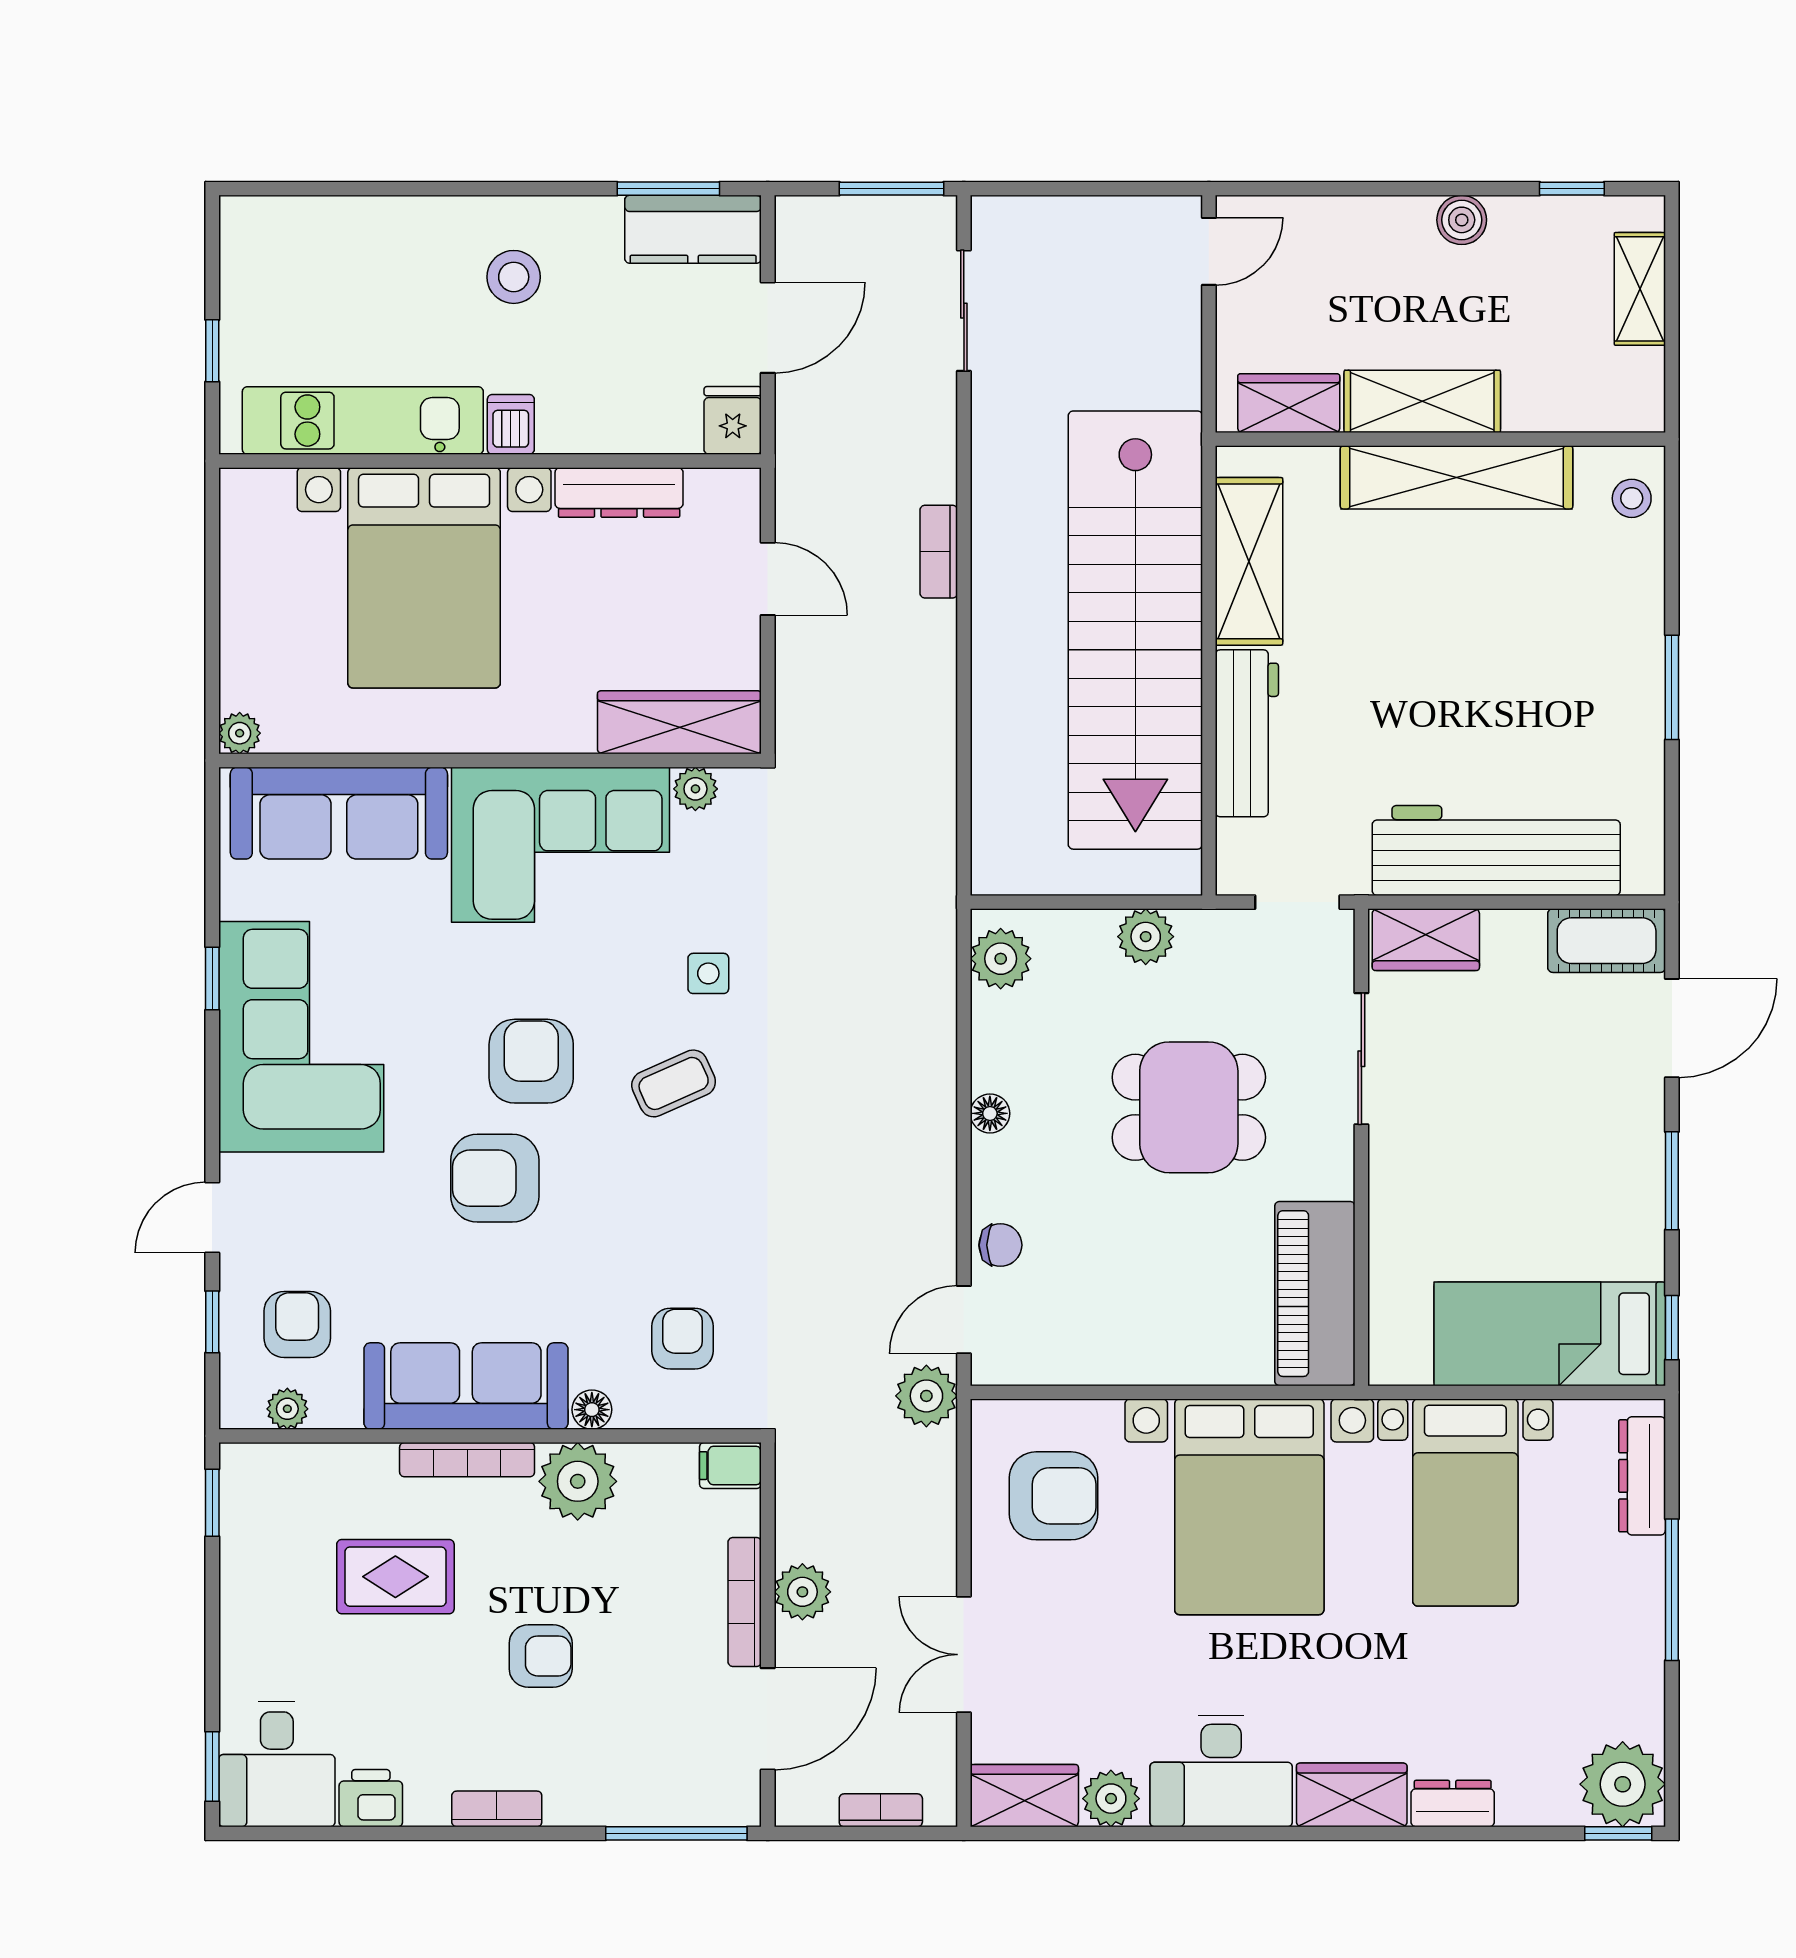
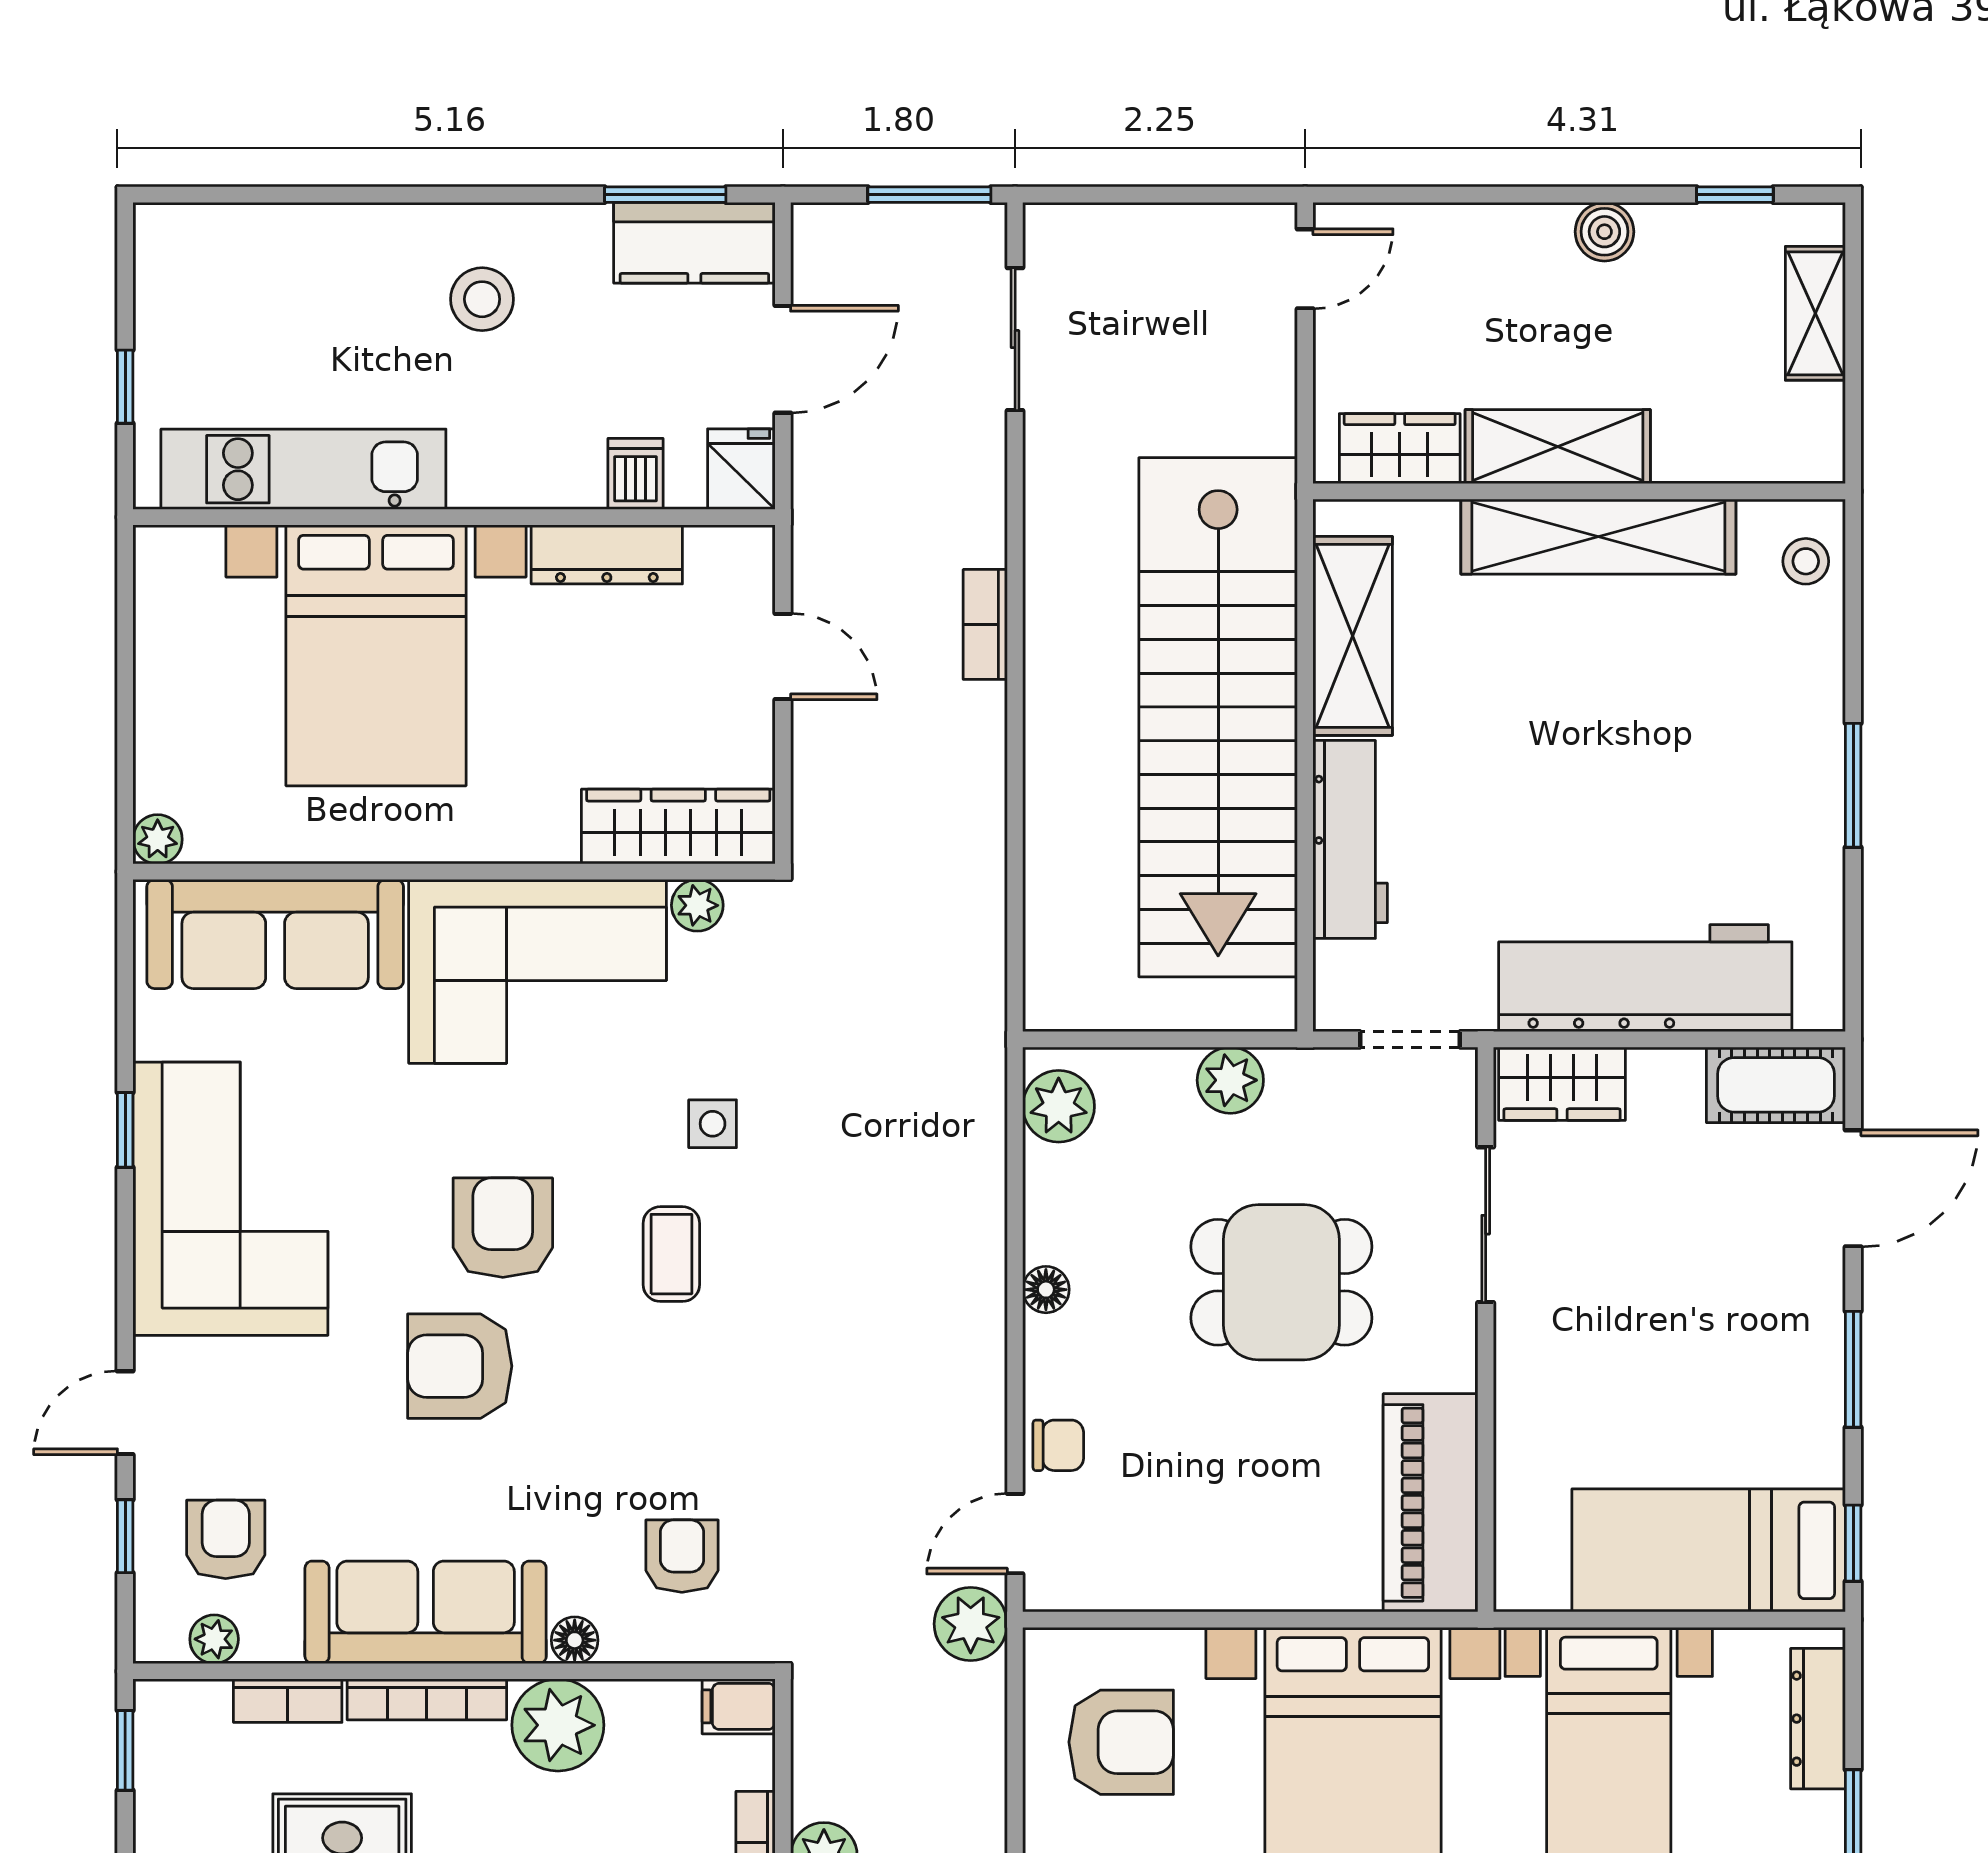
dishwasher: (511, 424) -> (635, 474), moved
coffee table: (674, 1083) -> (671, 1254), turned -66
bookcase: (350, 1461) -> (288, 1701), added

